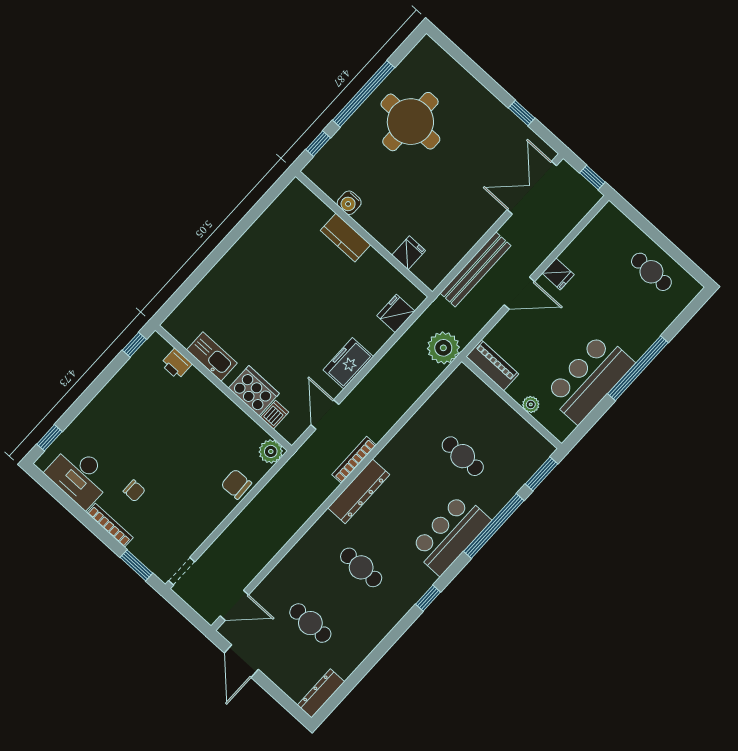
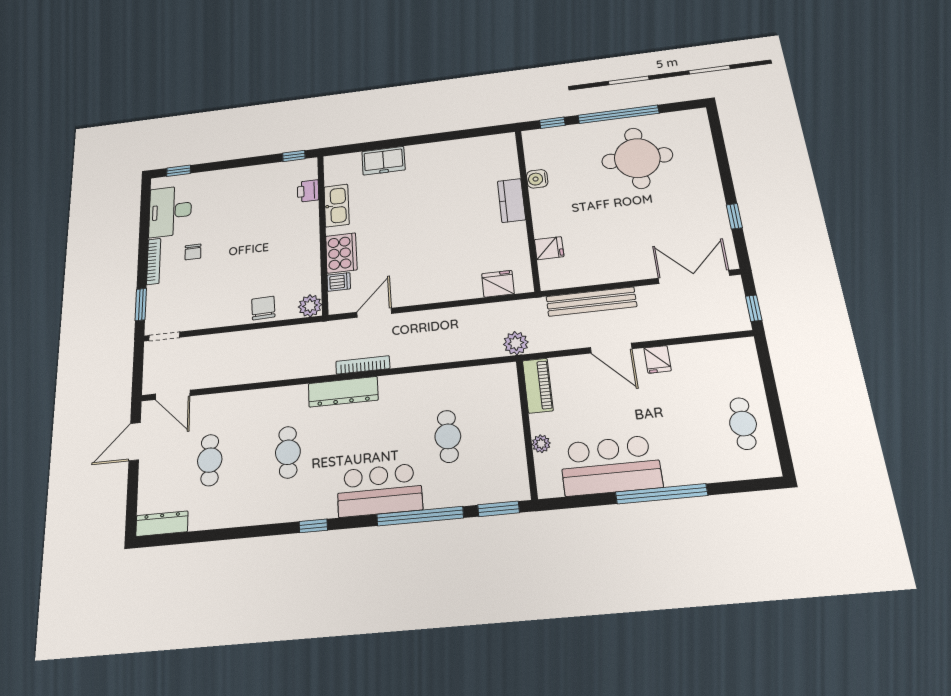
plant: (443, 348) -> (516, 343), width x0.73, depth x0.73
freezer: (348, 363) -> (383, 161), moved, turned 180

